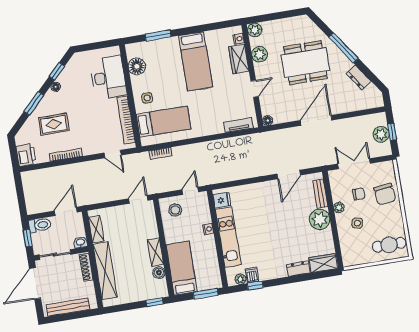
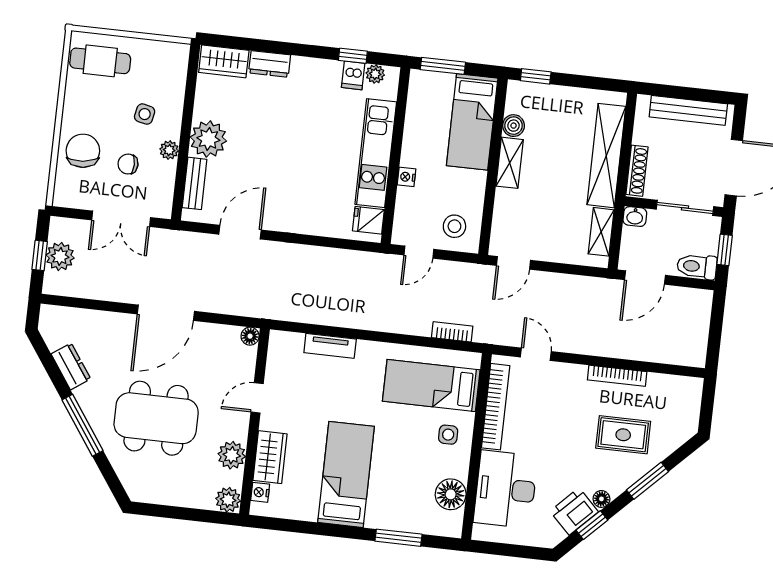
tv unit: (239, 125) -> (330, 346), moved
printer: (26, 155) -> (574, 512), moved, turned 45

